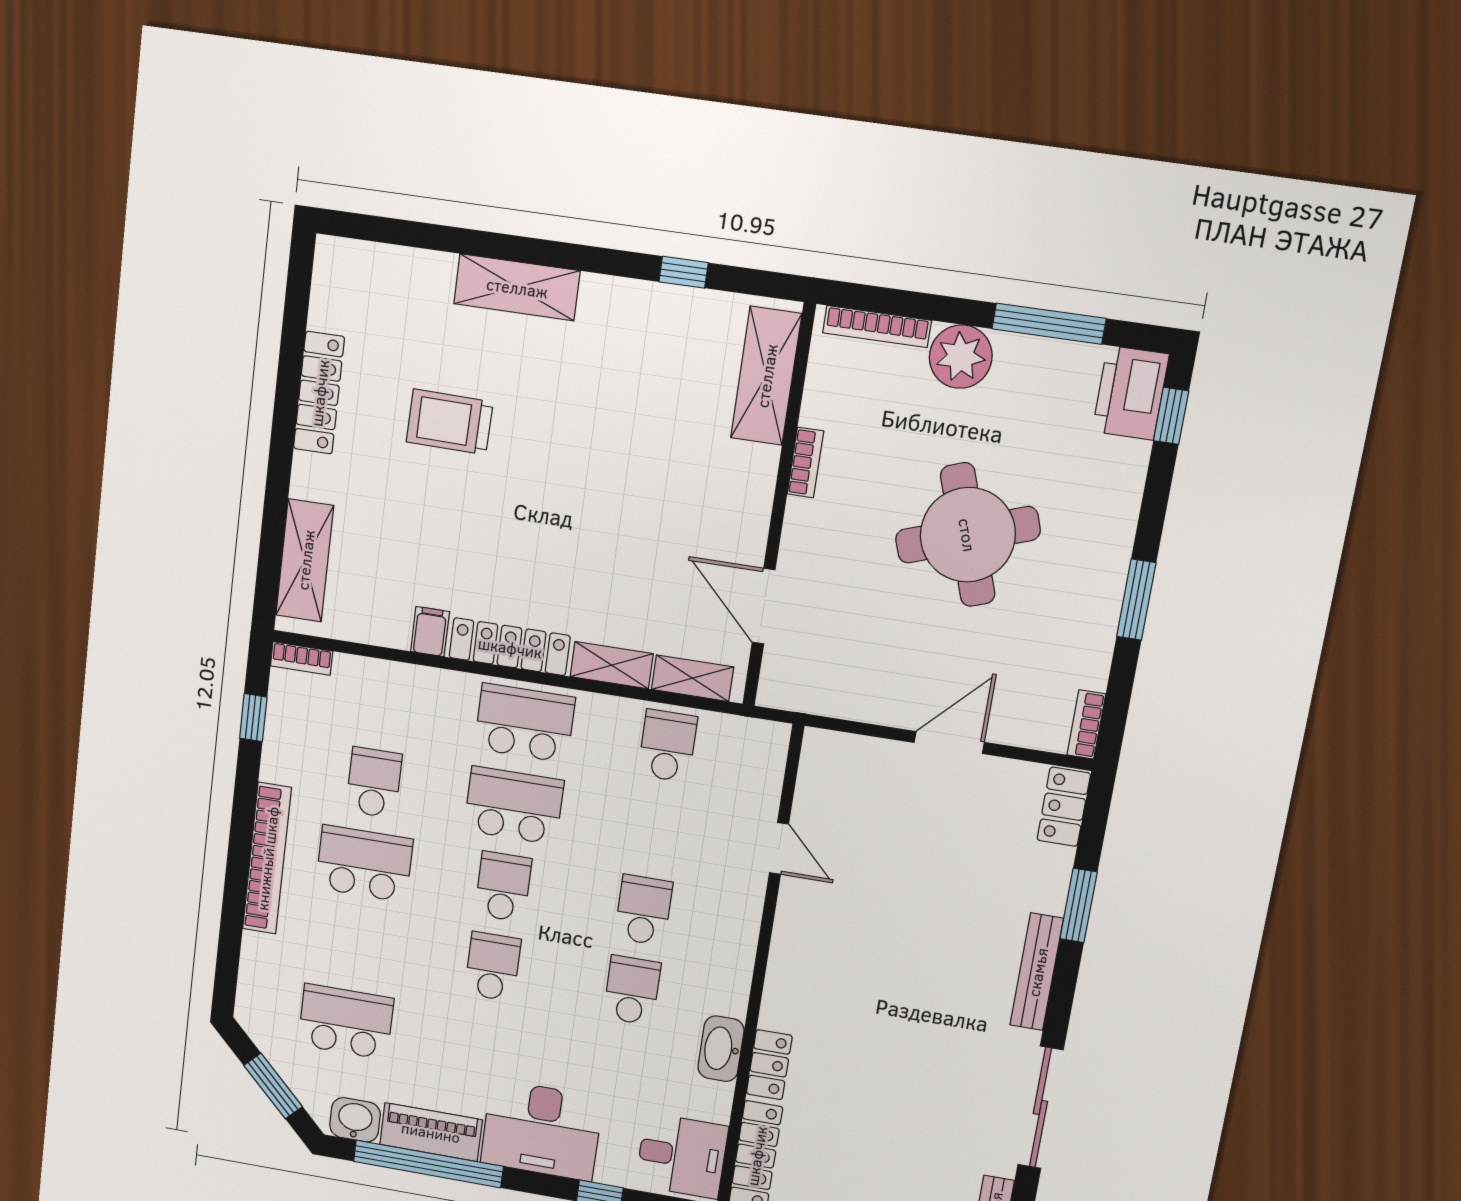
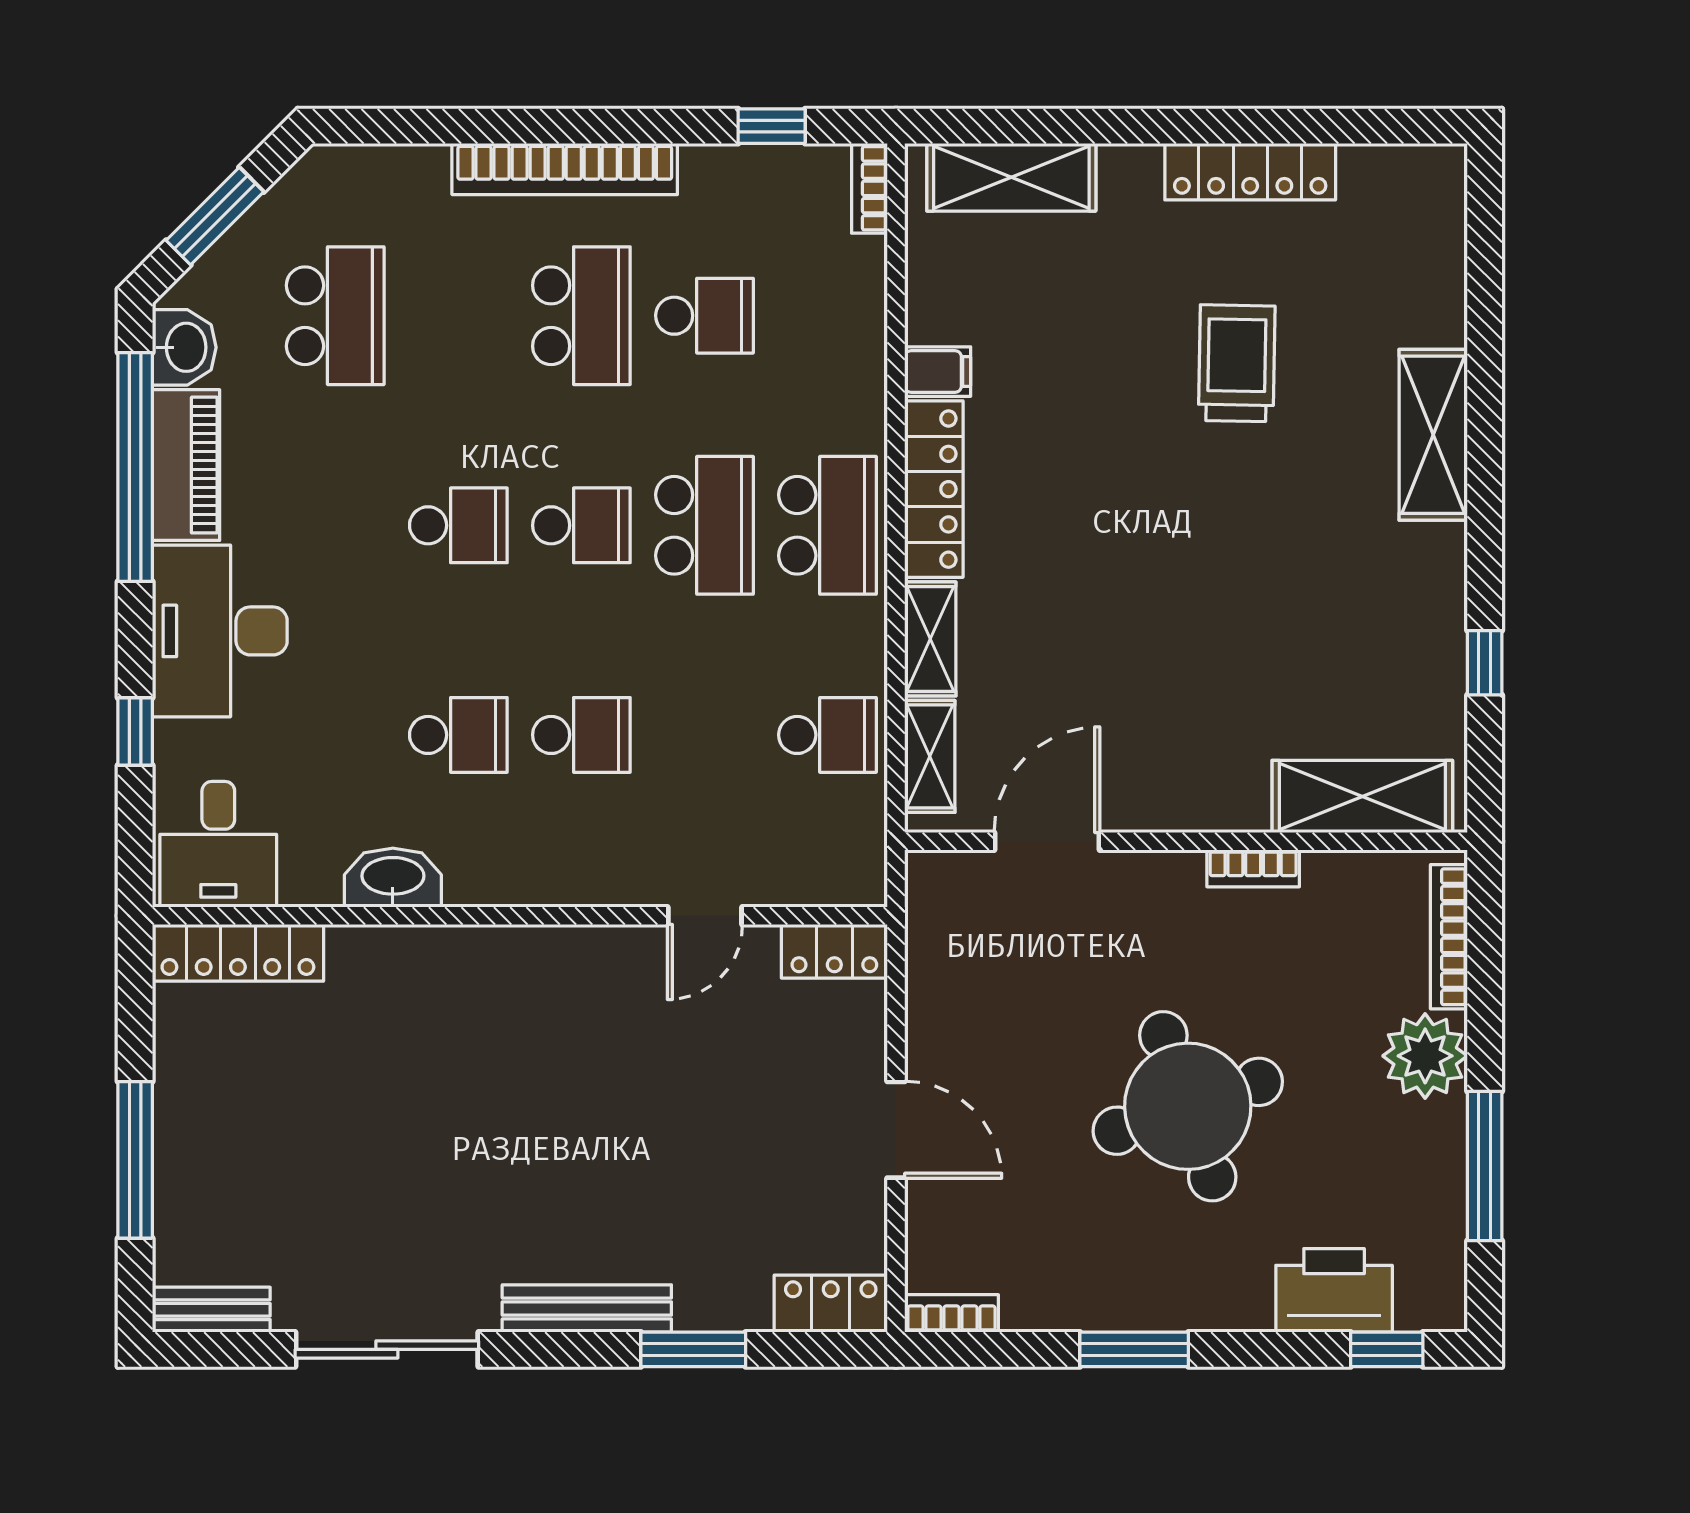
printer: (1130, 393) -> (1334, 1290), moved
locker: (769, 1065) -> (834, 951), moved

